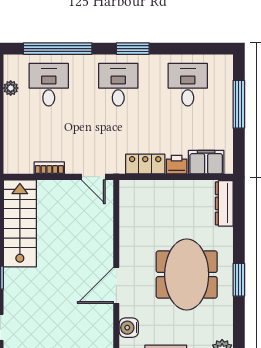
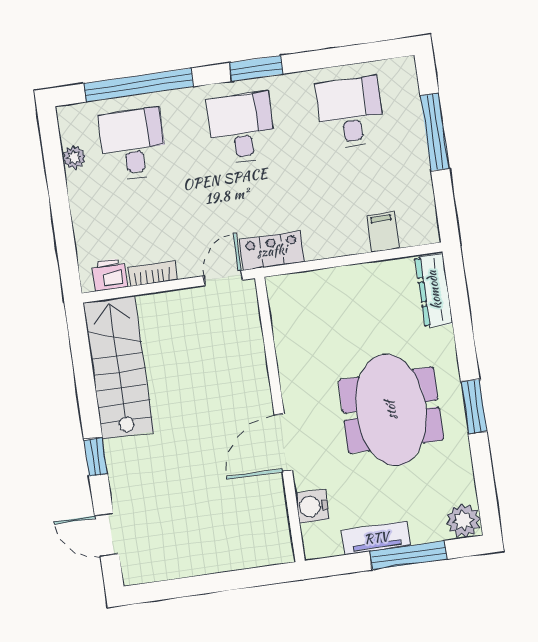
filing cabinet: (206, 162) -> (383, 232), width x0.50
locker: (145, 164) -> (272, 251), moved
printer: (177, 165) -> (109, 275), moved
door: (93, 177) -> (223, 278), swing flipped

